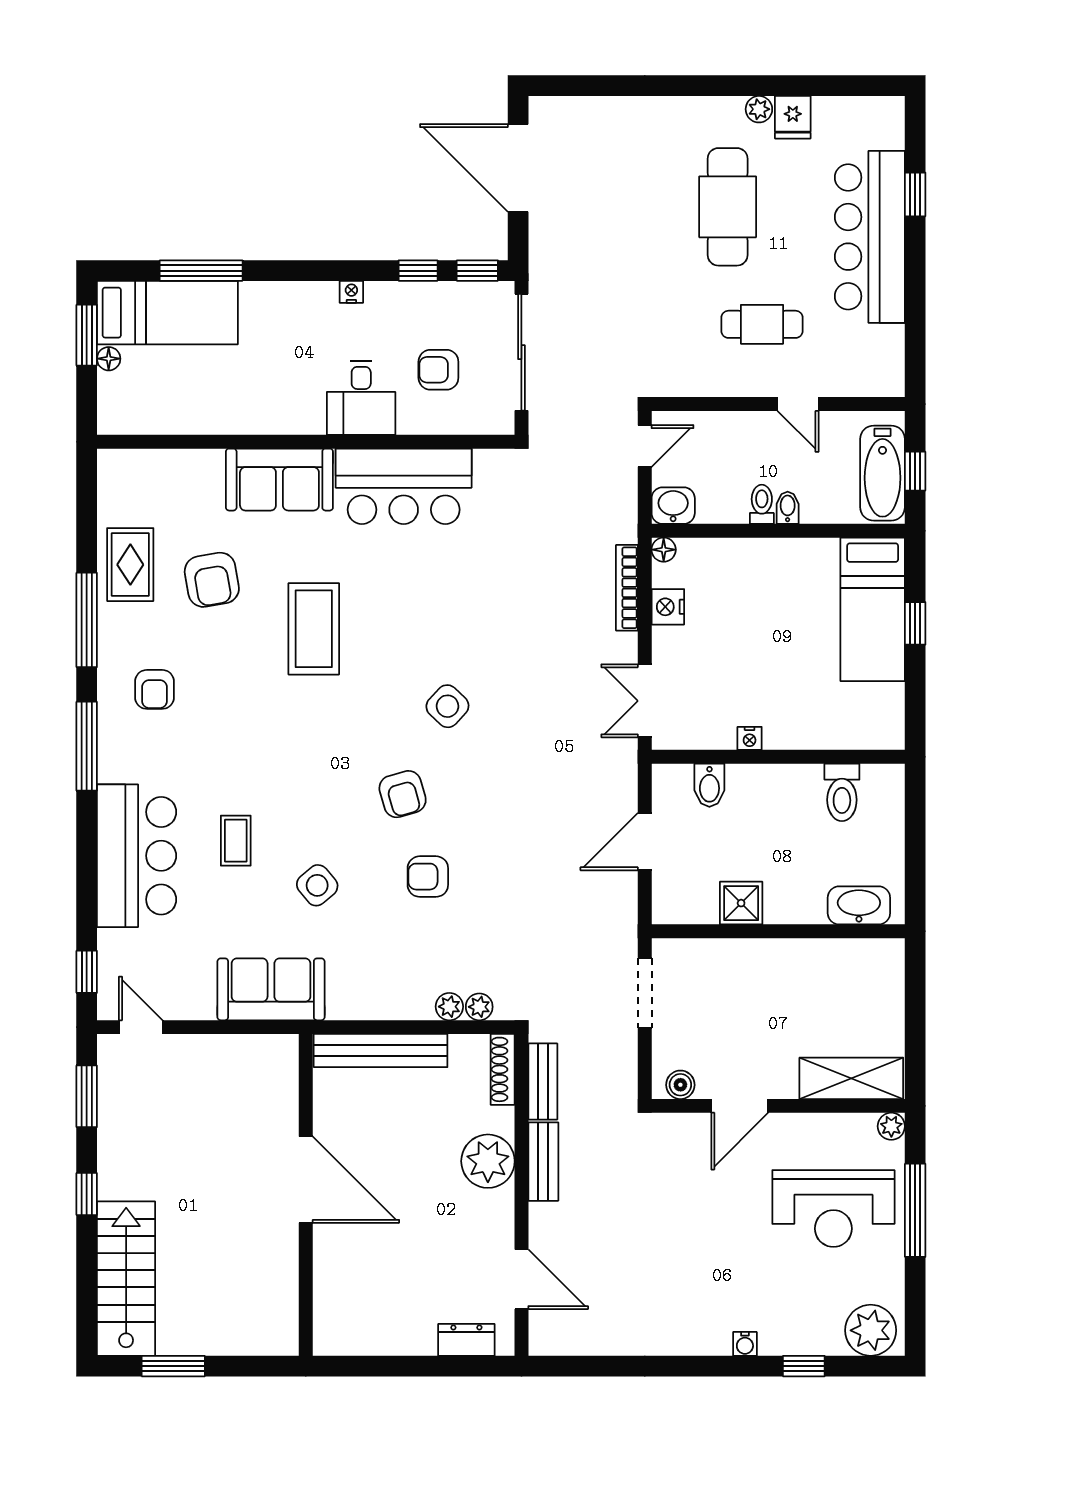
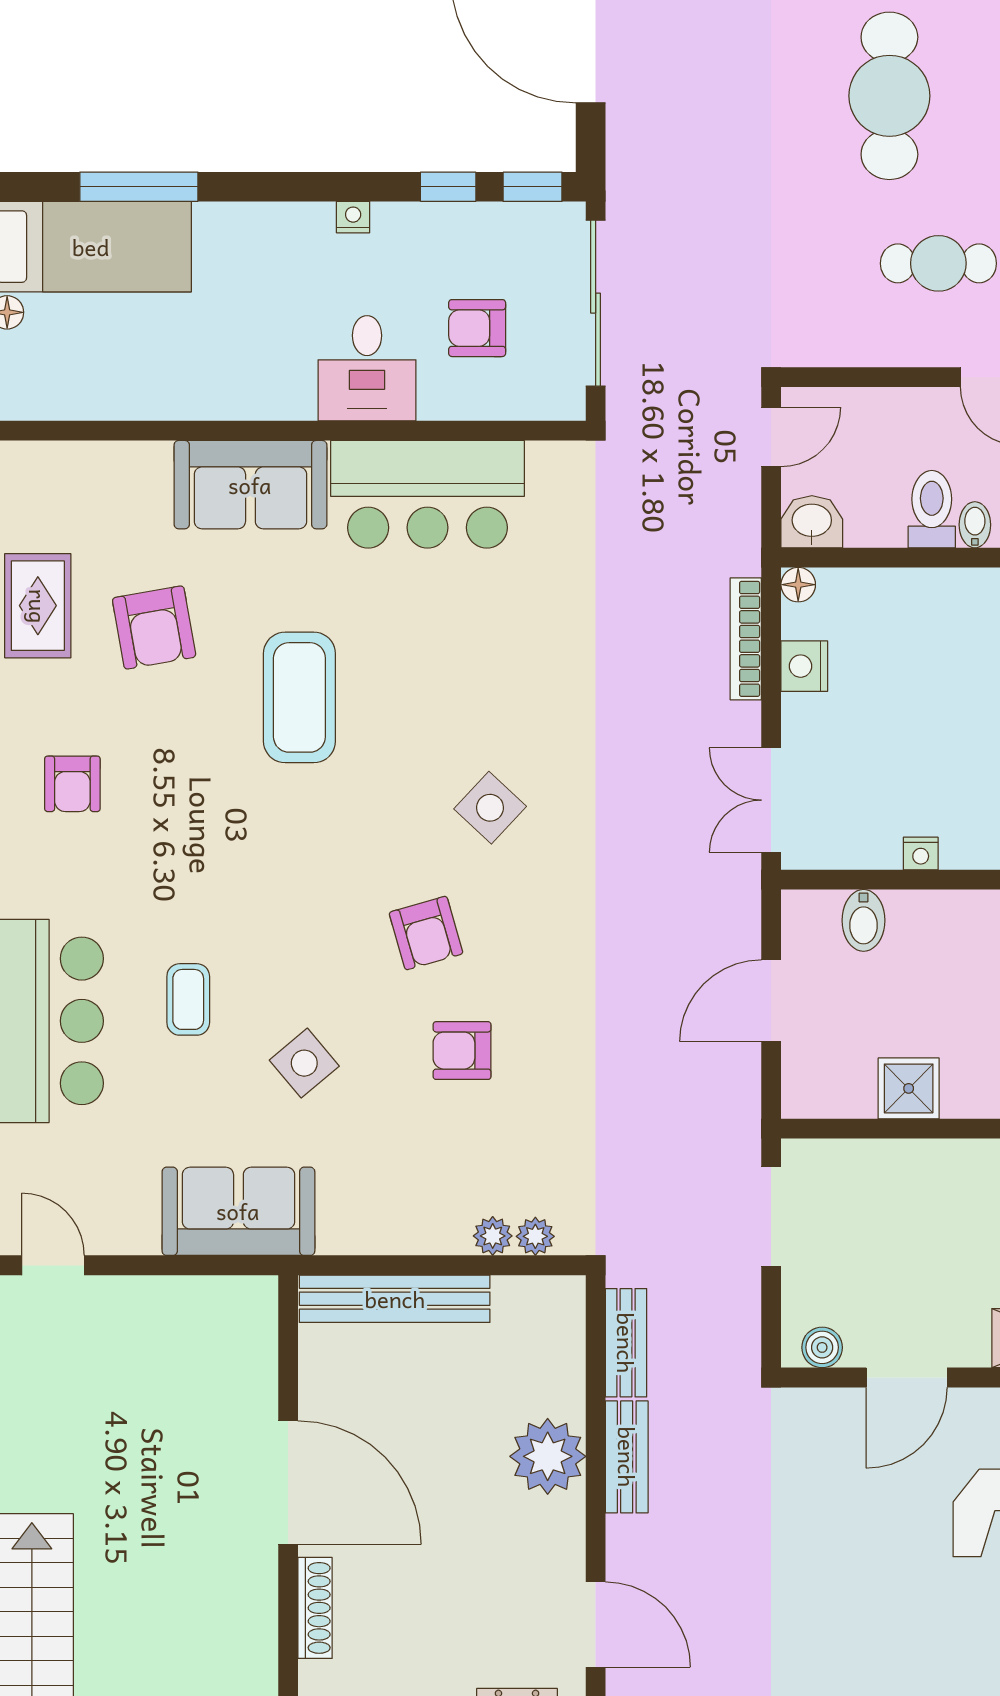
toilet: (762, 504) -> (932, 509), width x1.37, depth x1.39
shoe rack: (503, 1069) -> (315, 1608), moved, turned 180

